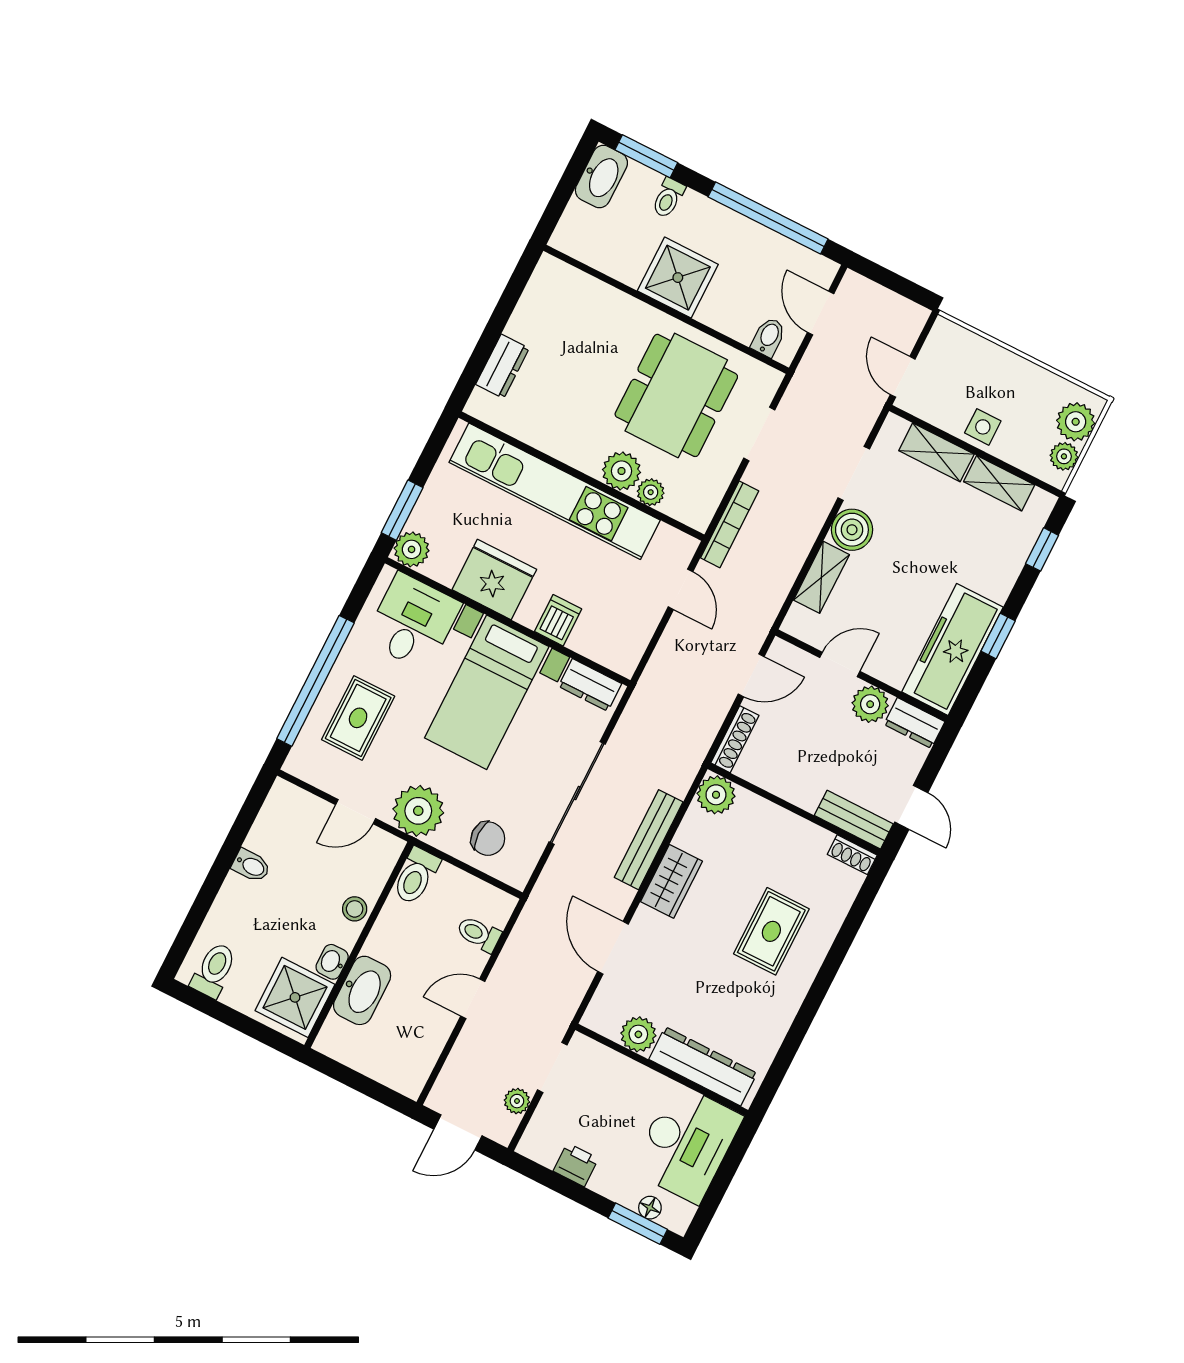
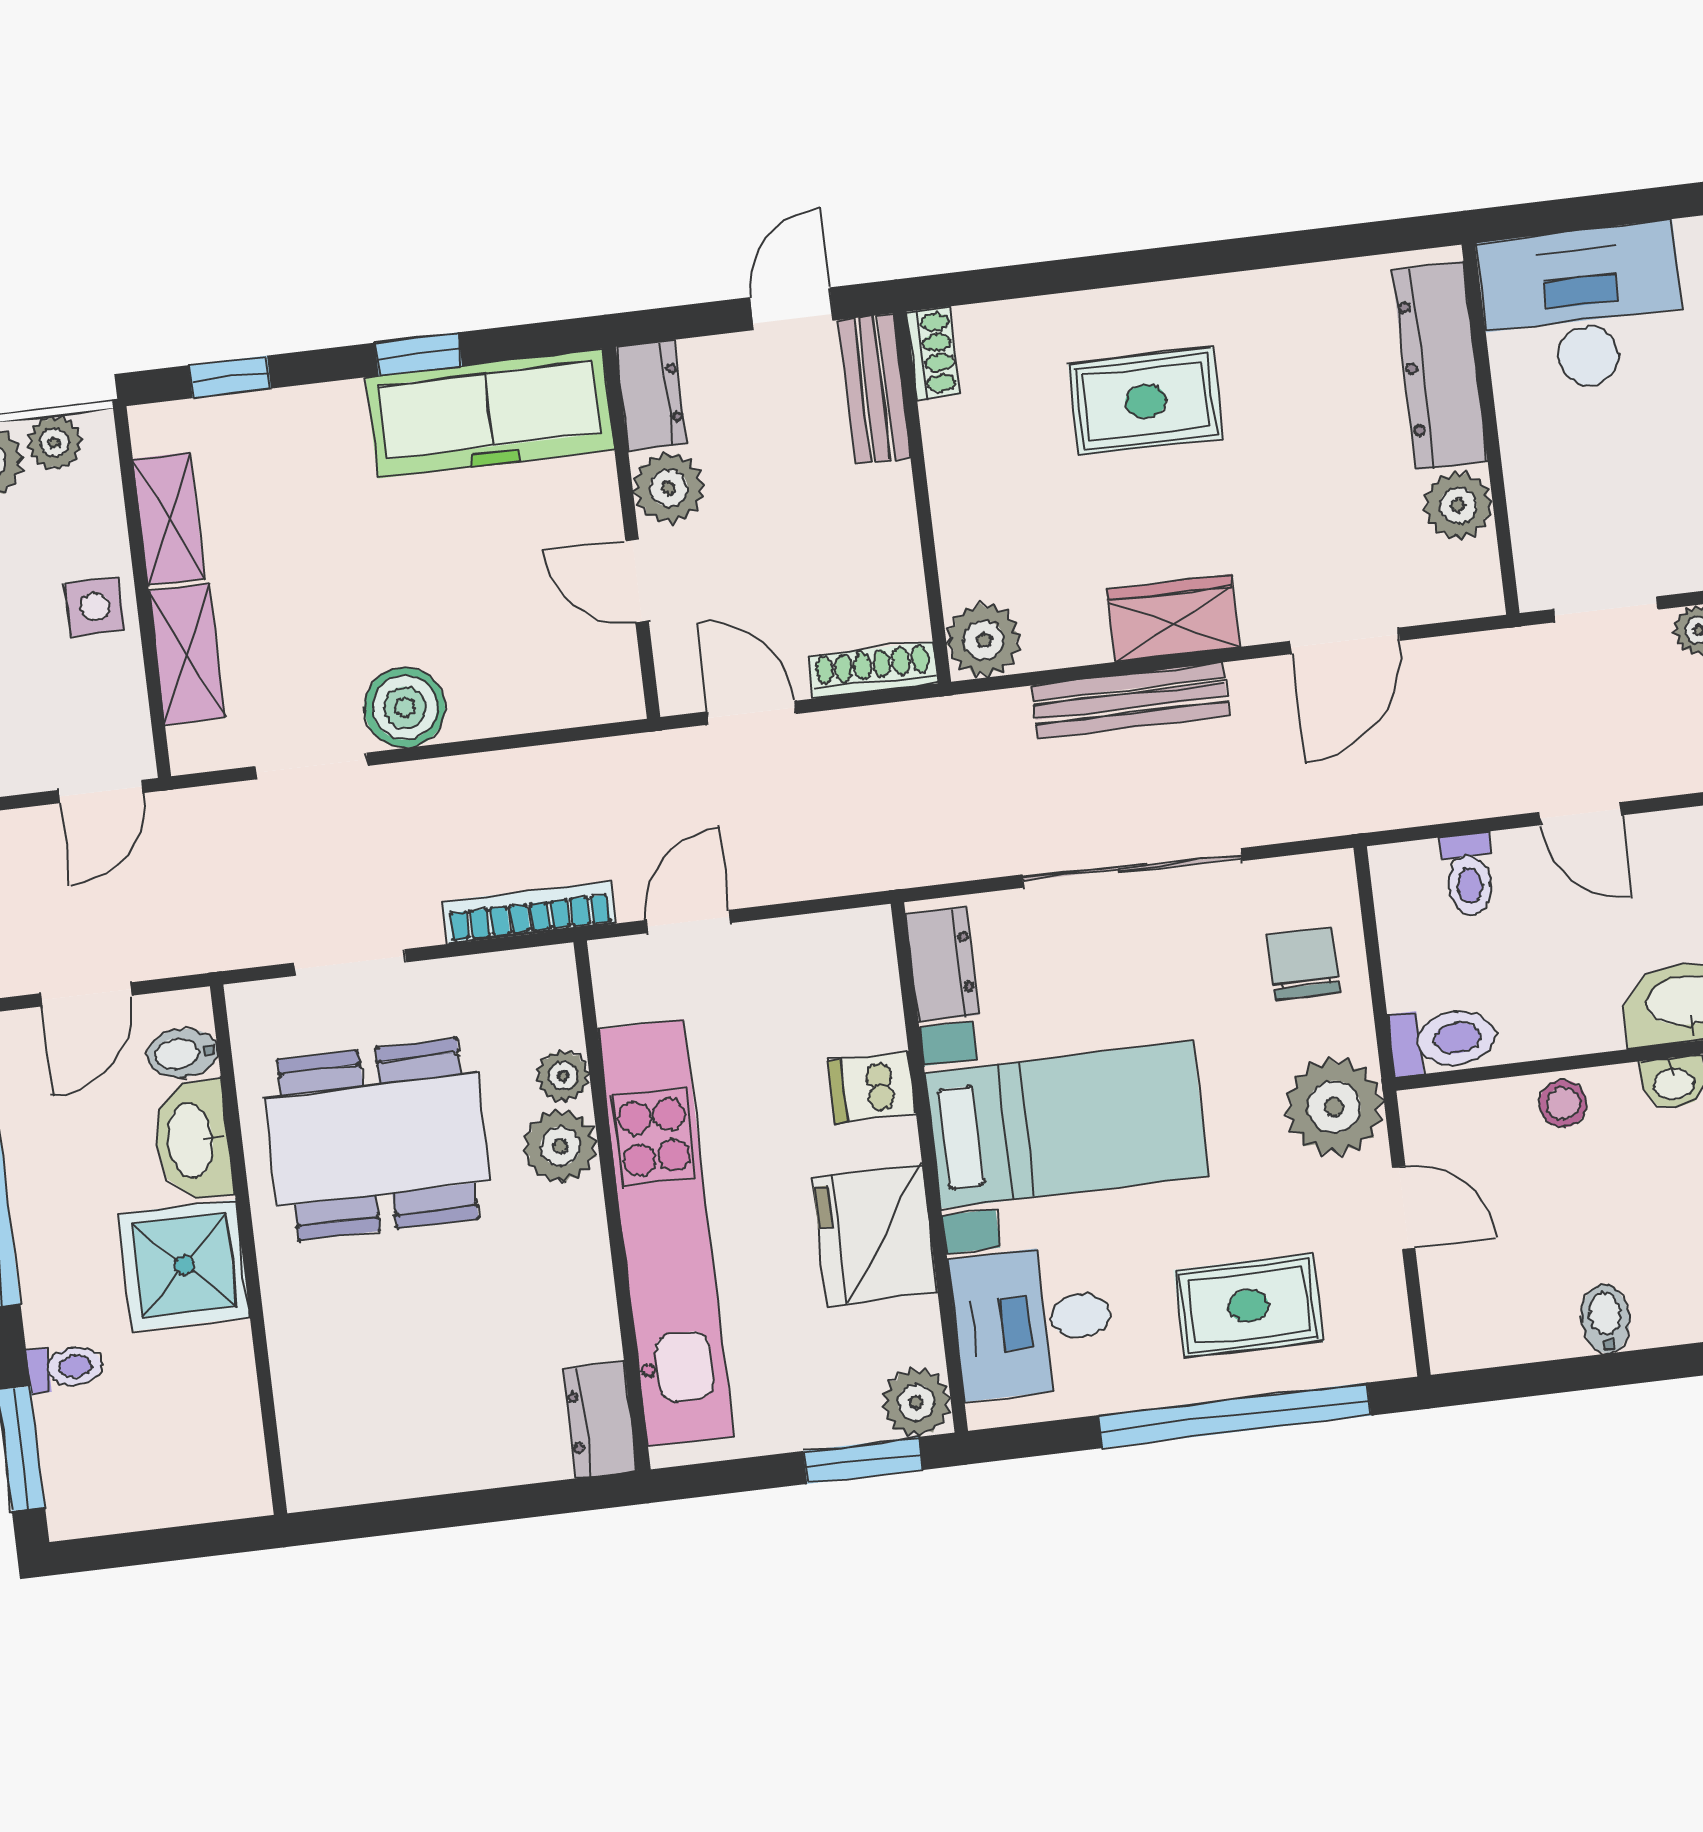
washbasin: (601, 176) -> (193, 1140), moved, turned -90
dresser: (502, 366) -> (600, 1420), moved, turned -90
shelving: (821, 577) -> (515, 705), removed

